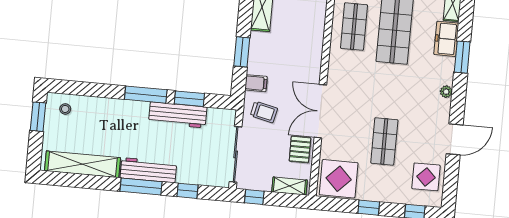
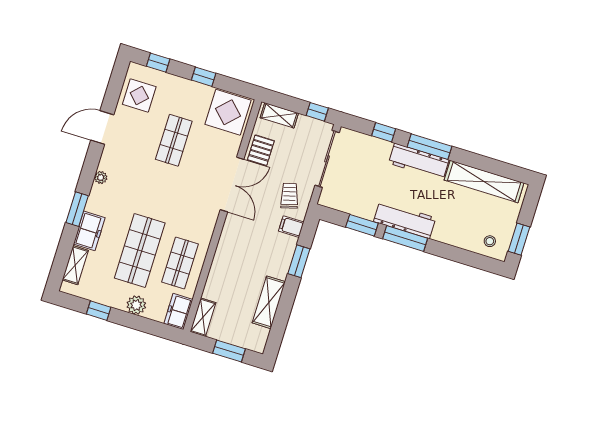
trolley: (264, 112) -> (289, 196), turned 62
workbench: (178, 115) -> (405, 220), moved

